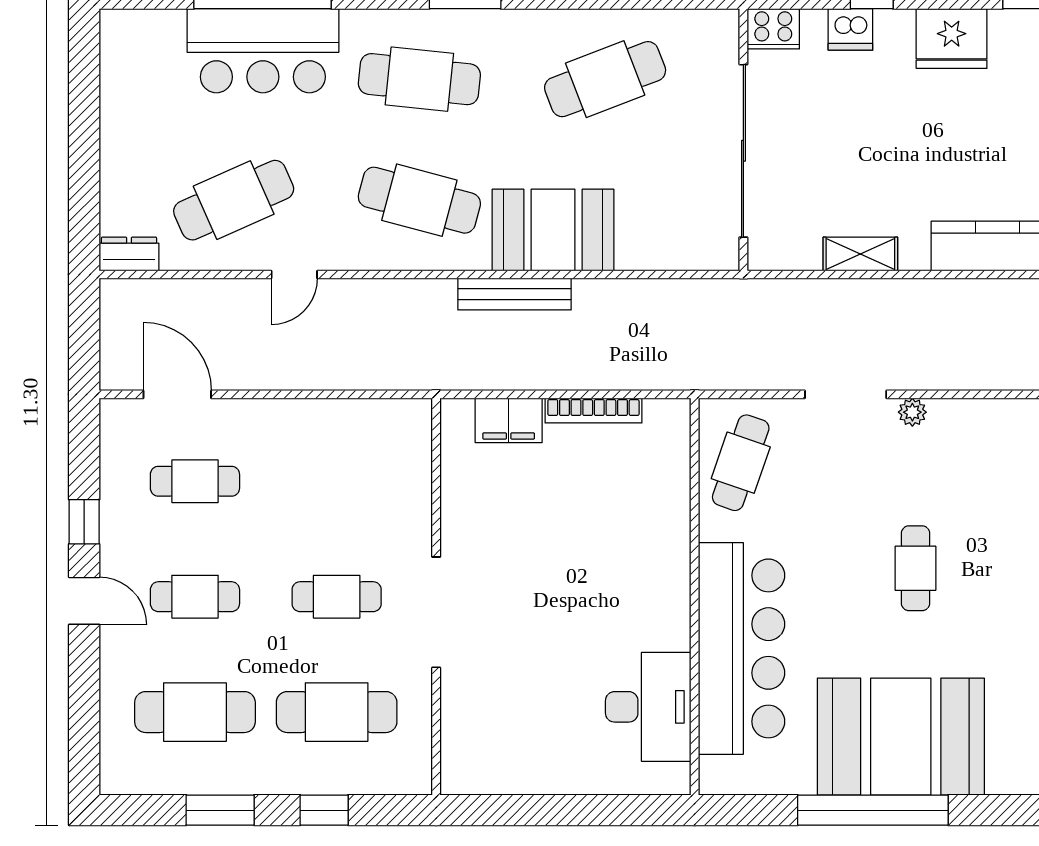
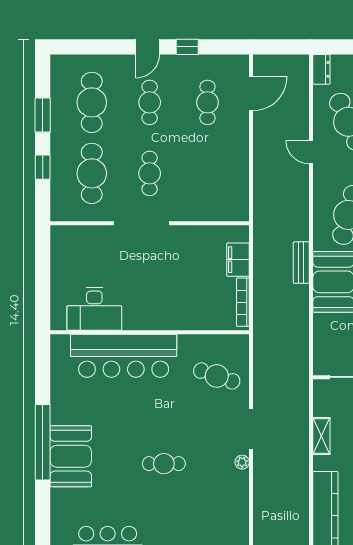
bench: (514, 294) -> (301, 263), width x0.73
wall: (695, 597) -> (150, 332), moved
bar counter: (742, 648) -> (124, 356), moved
desk: (648, 707) -> (94, 309), moved
booth: (901, 737) -> (71, 456), width x0.73, depth x0.70

